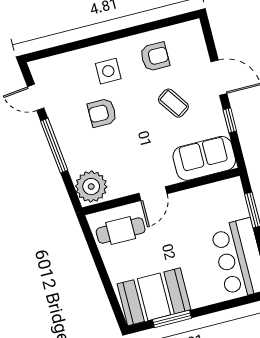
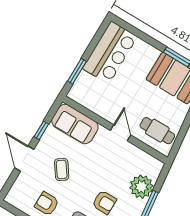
plant: (91, 187) -> (141, 187), moved
door: (153, 194) -> (121, 133), hinge flipped

